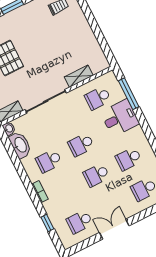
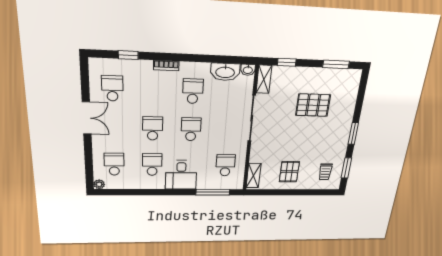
pallet: (75, 39) -> (289, 172), added
shelving: (79, 76) -> (254, 176), moved
desk: (120, 118) -> (181, 175), moved

